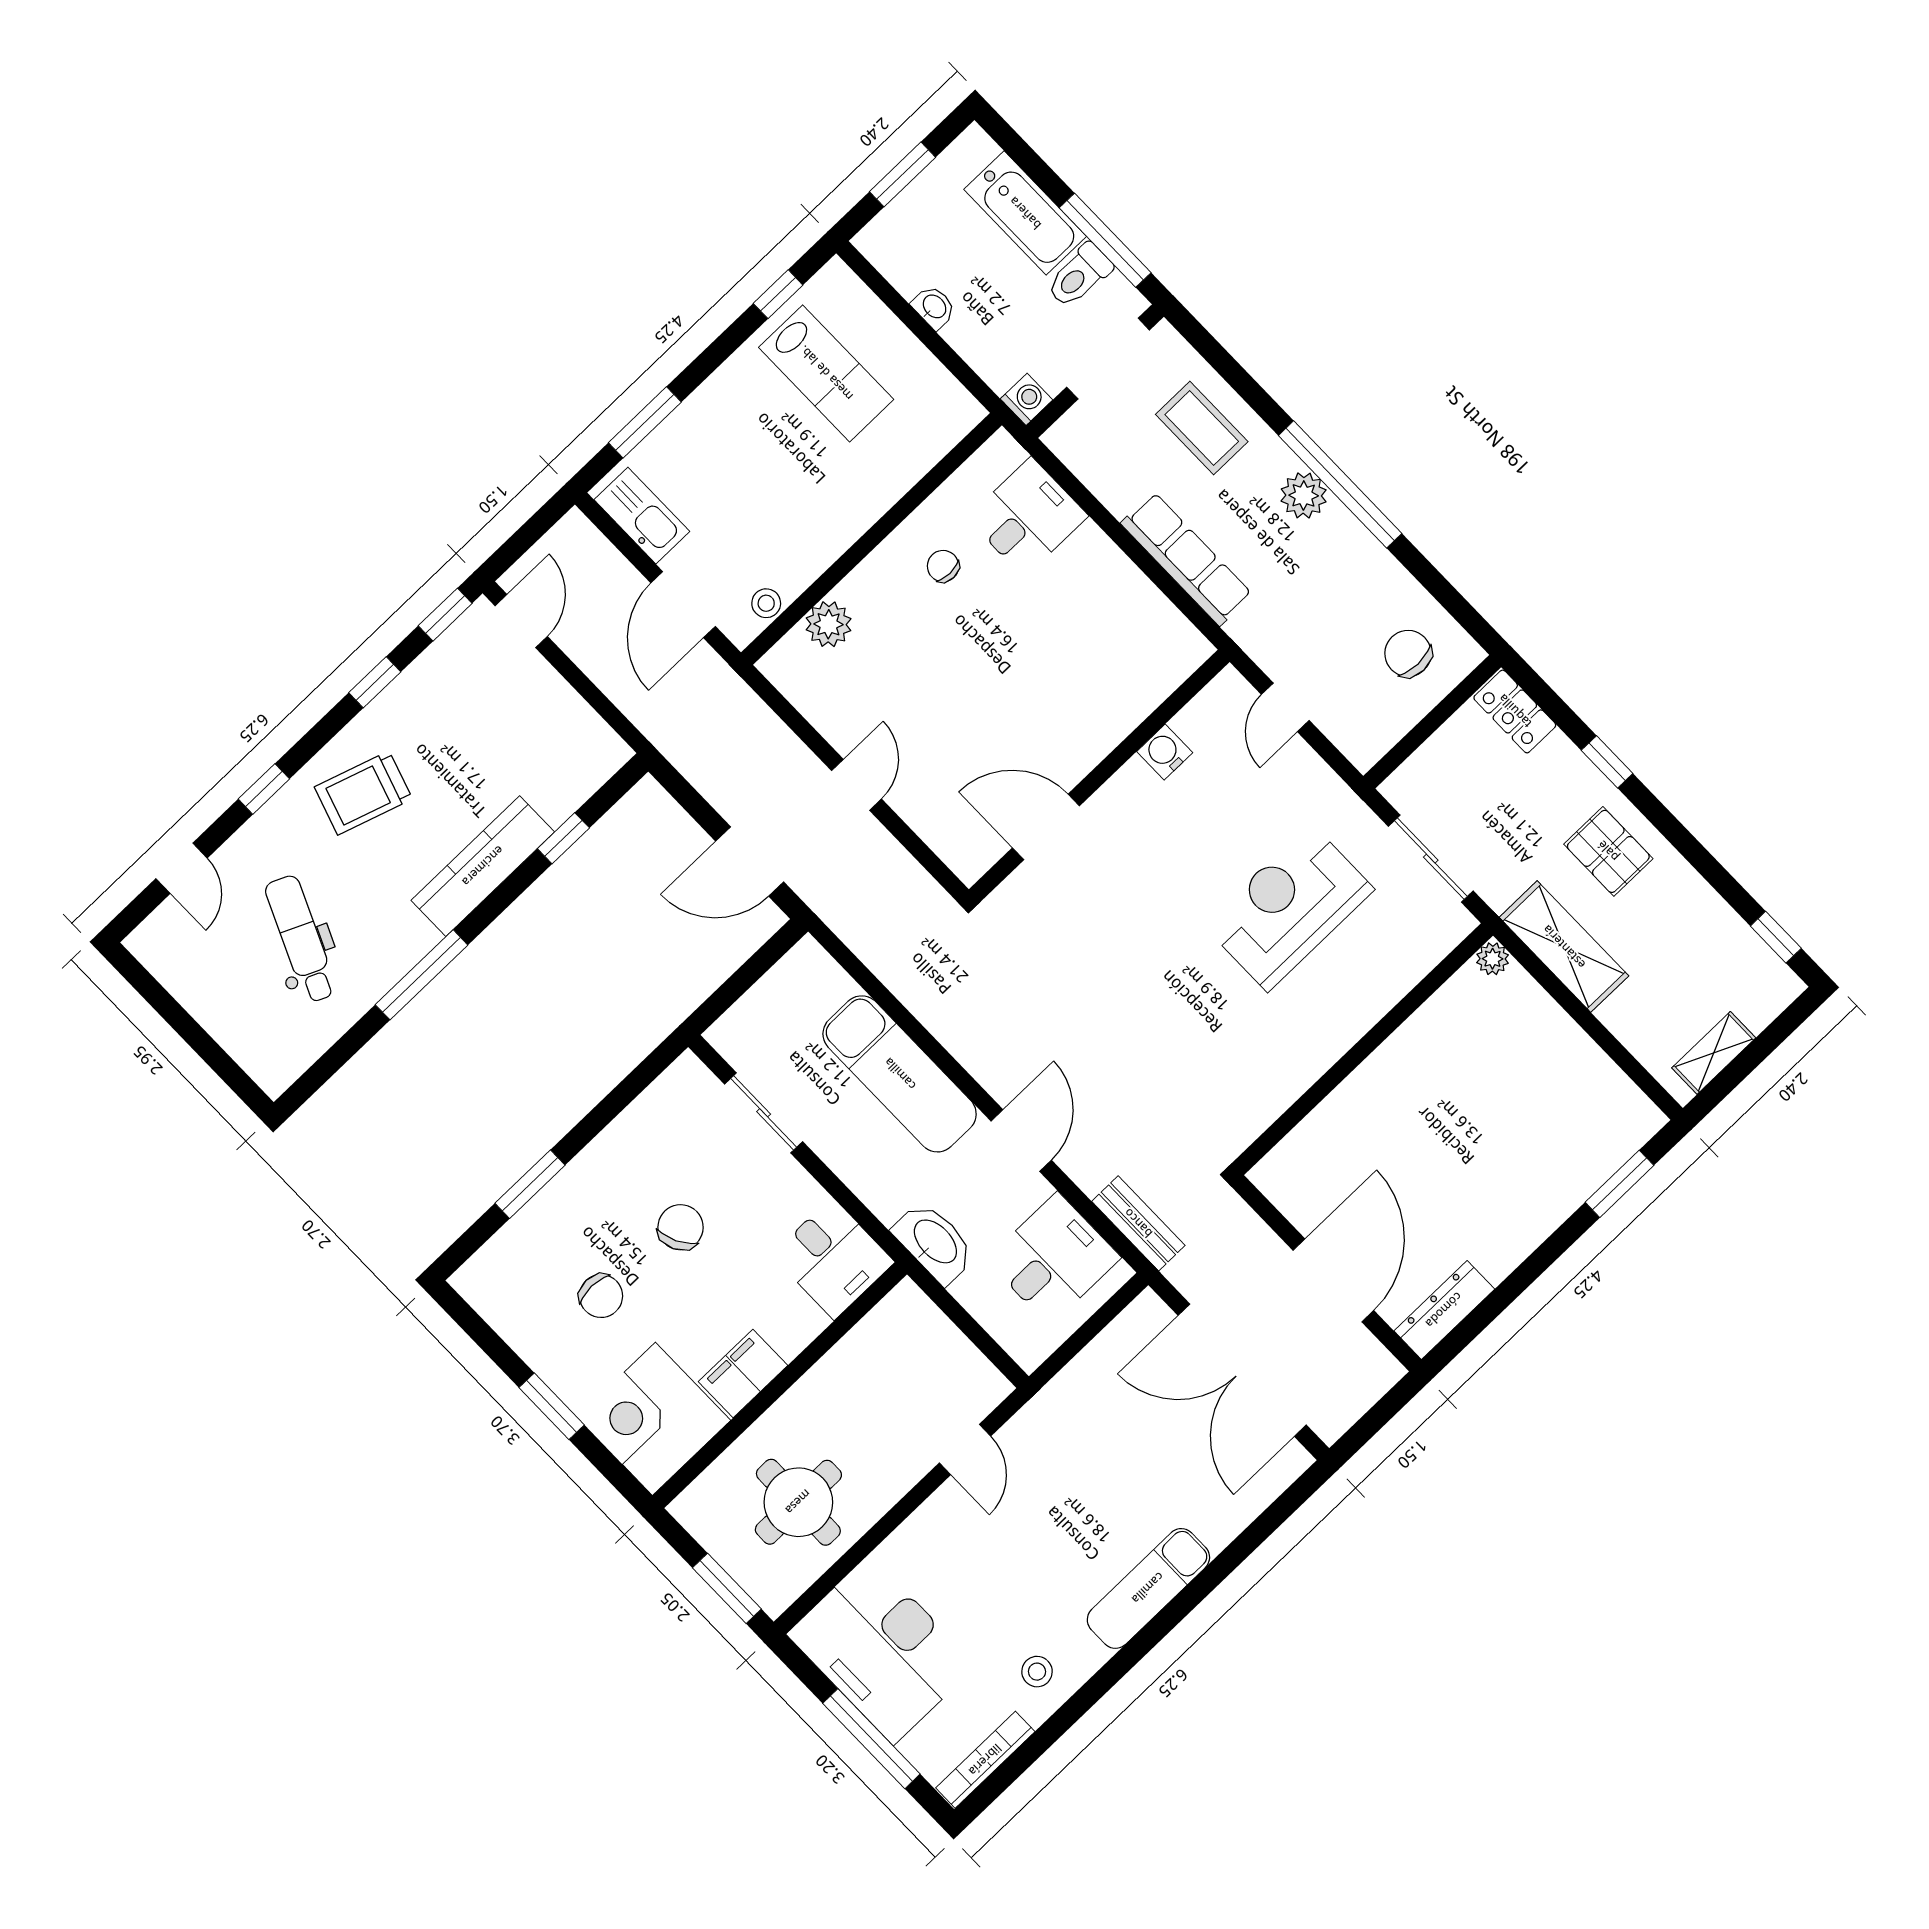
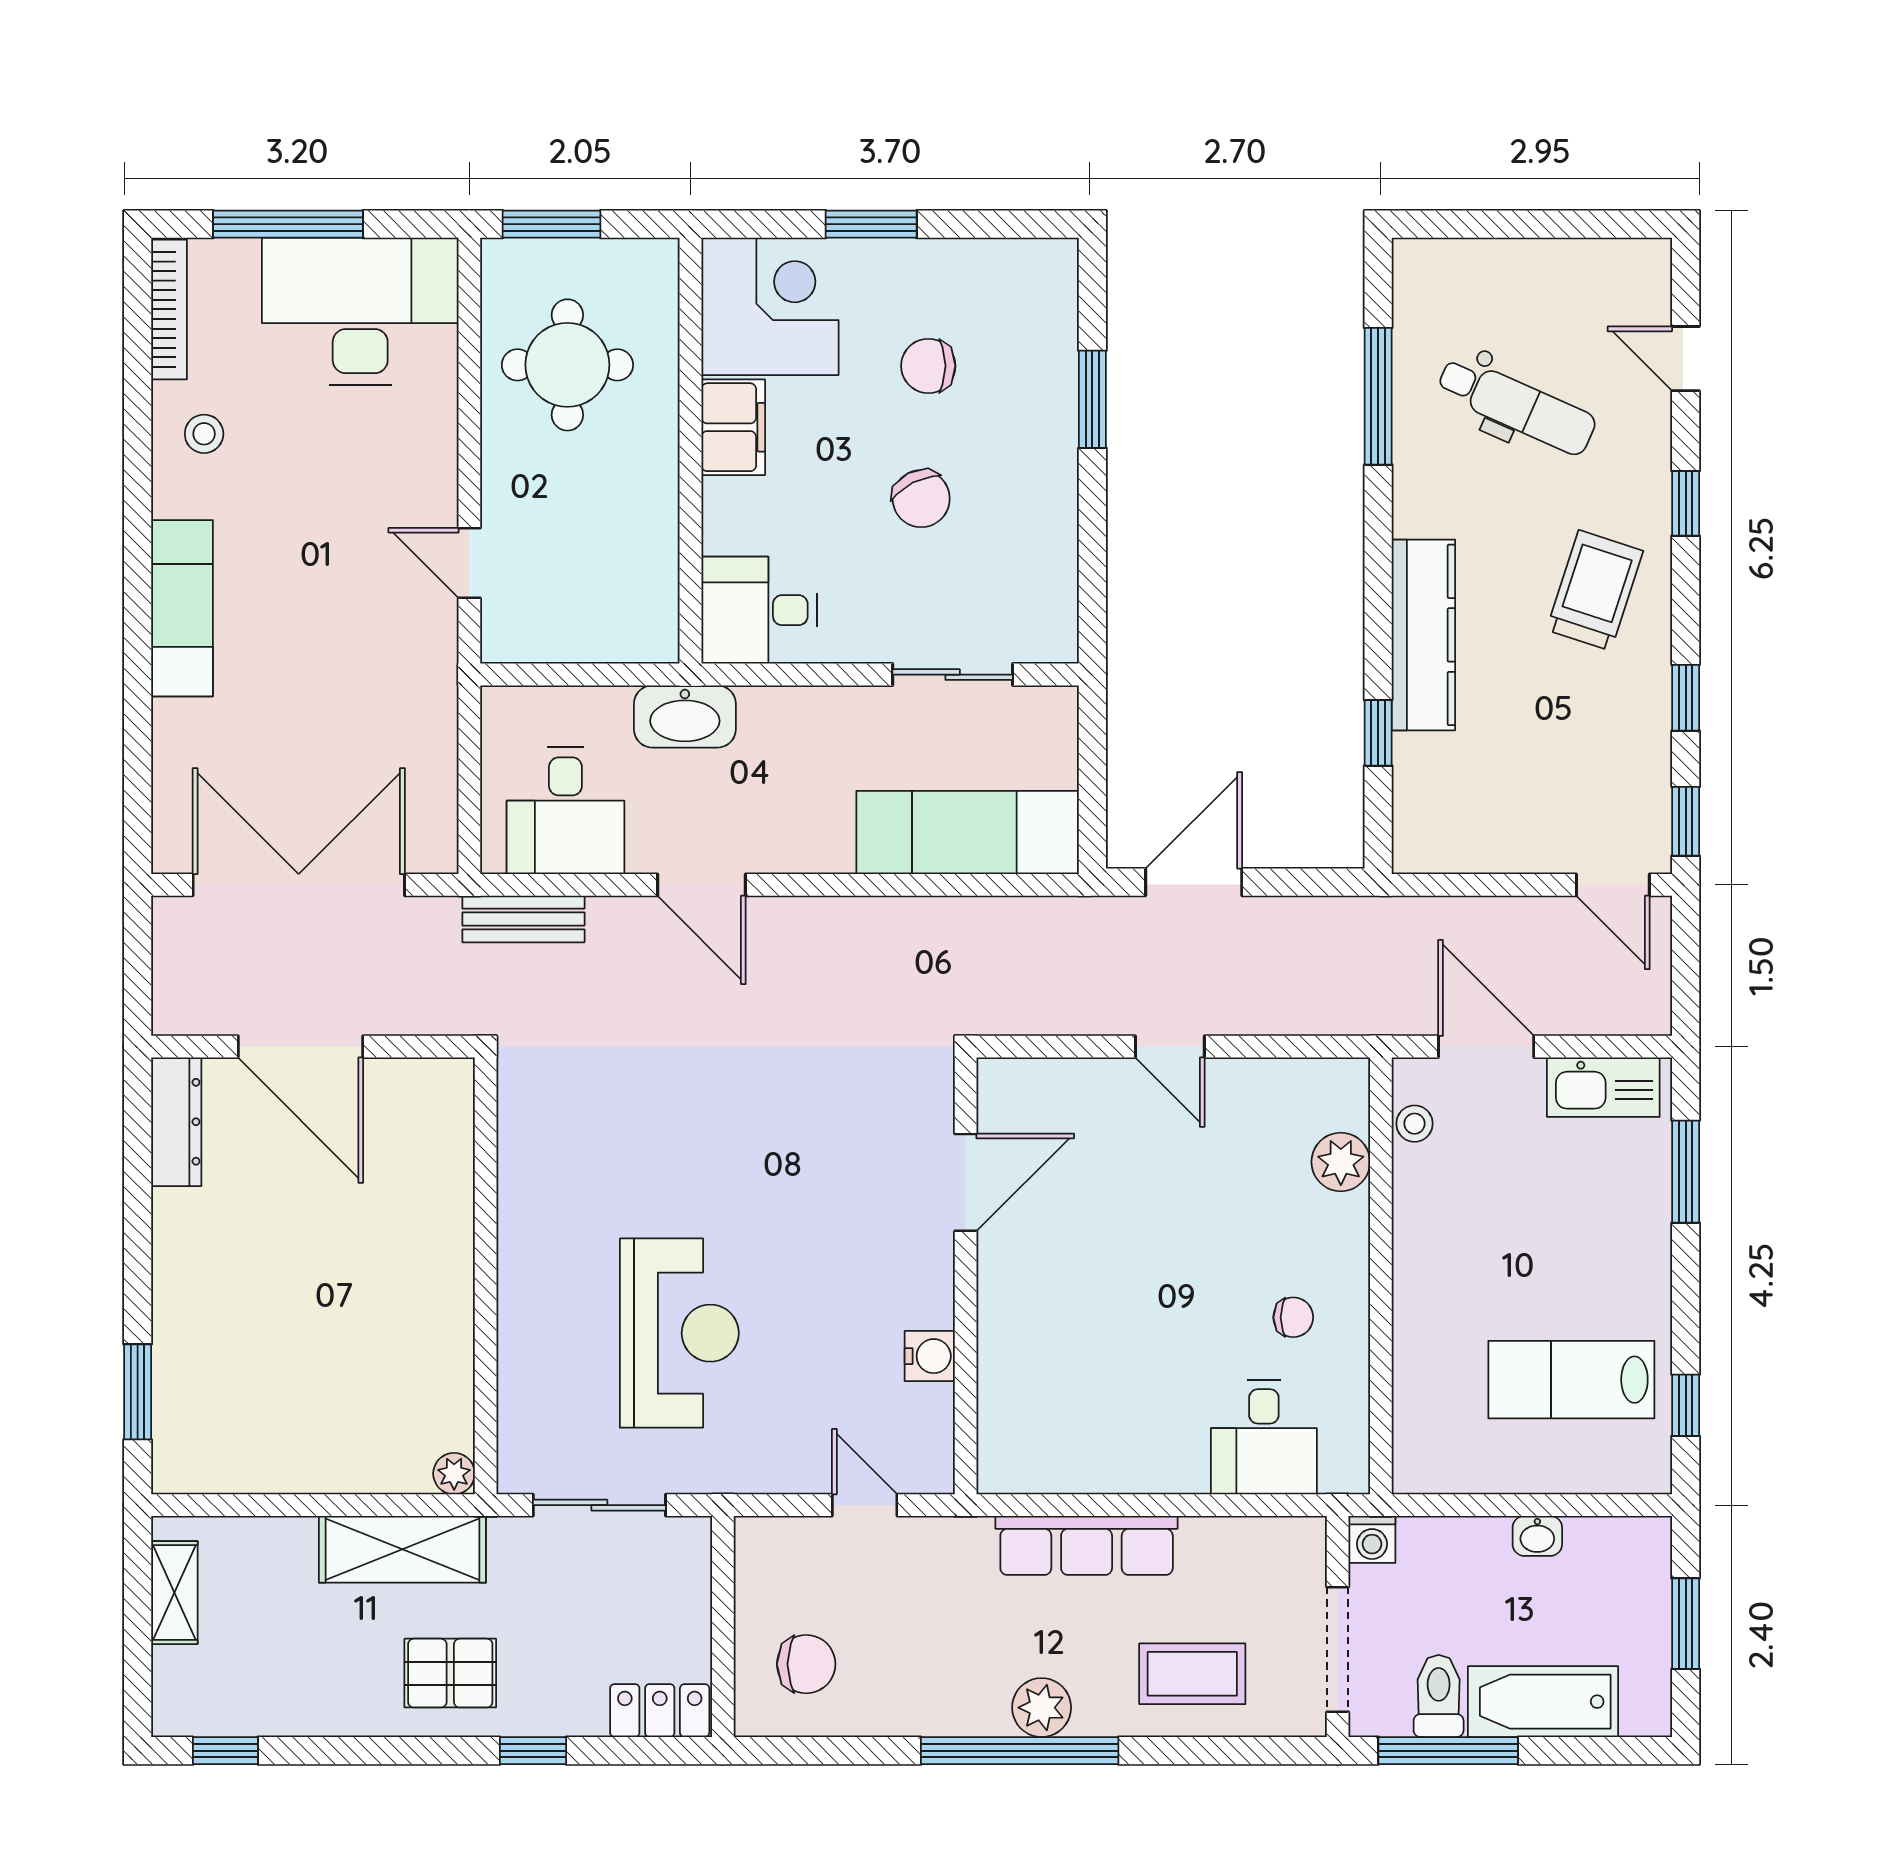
window: (422, 975) -> (1378, 396), moved
exam couch: (900, 1074) -> (968, 832), moved

